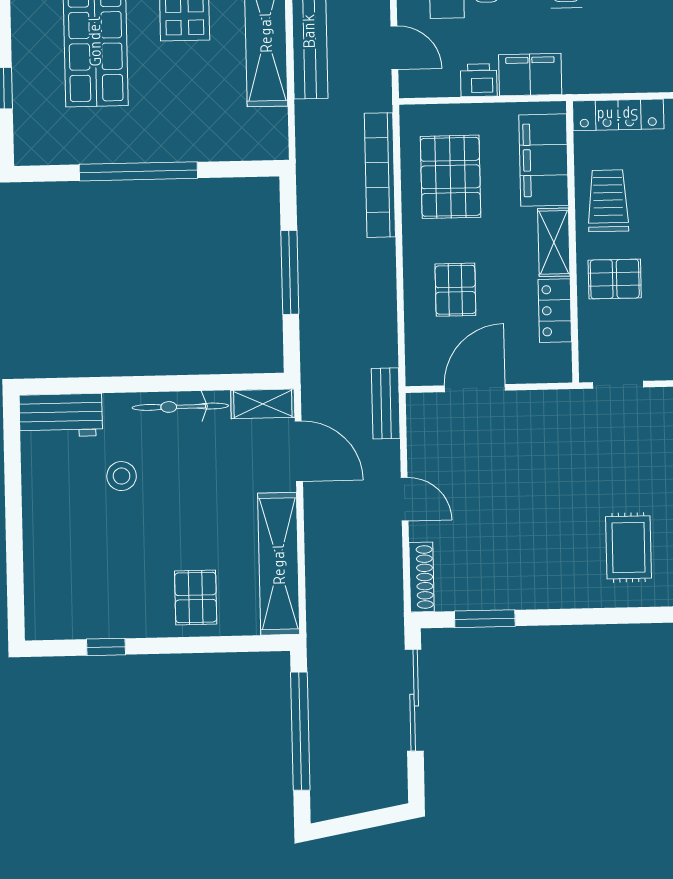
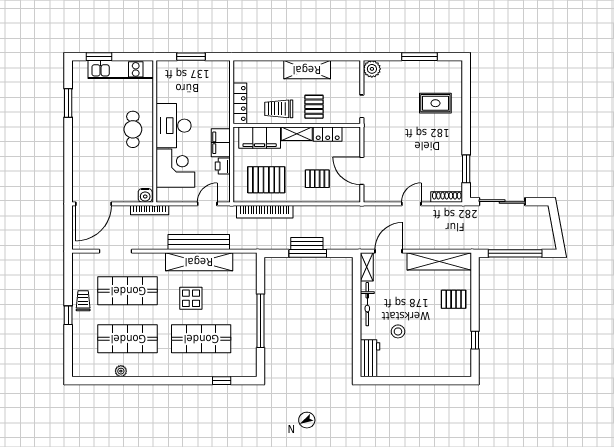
bench: (386, 403) -> (307, 244), moved

